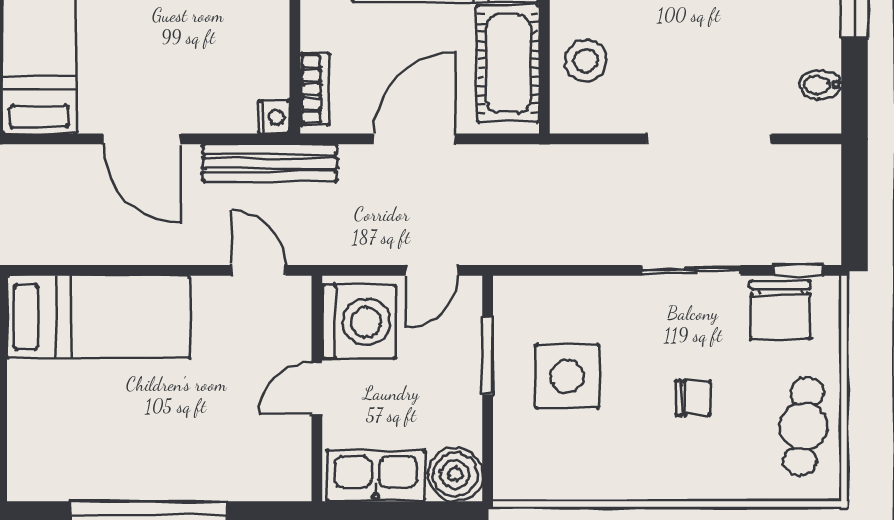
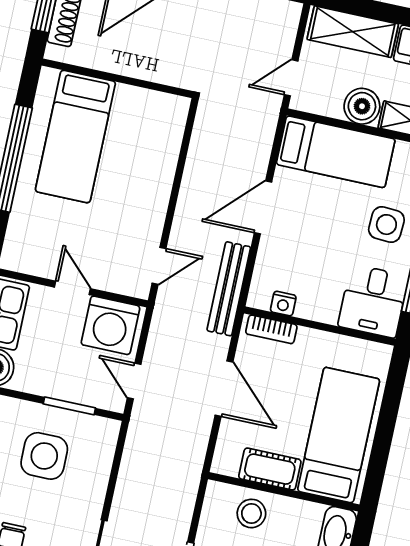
cot: (508, 64) -> (270, 469), width x0.73, depth x0.75
nightstand: (274, 117) -> (283, 304), moved
bed: (98, 317) -> (75, 137), moved

